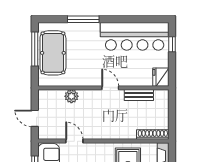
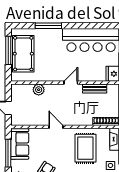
door: (110, 88) -> (71, 83), hinge flipped
door: (74, 141) -> (56, 127), moved

